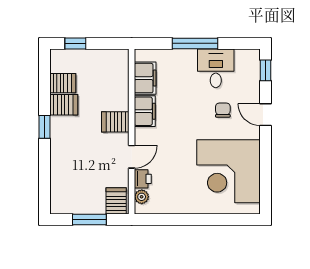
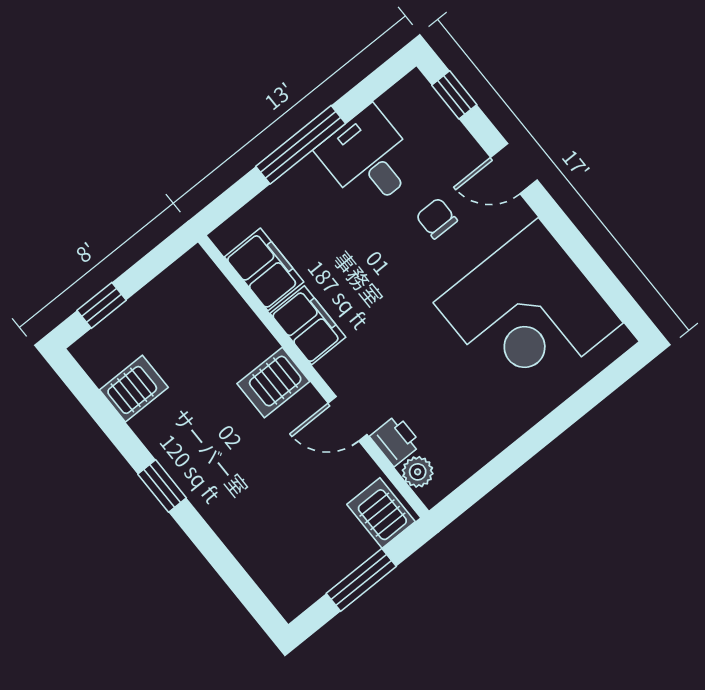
server rack: (64, 105) -> (164, 423), removed
door: (132, 157) -> (347, 419), swing flipped

